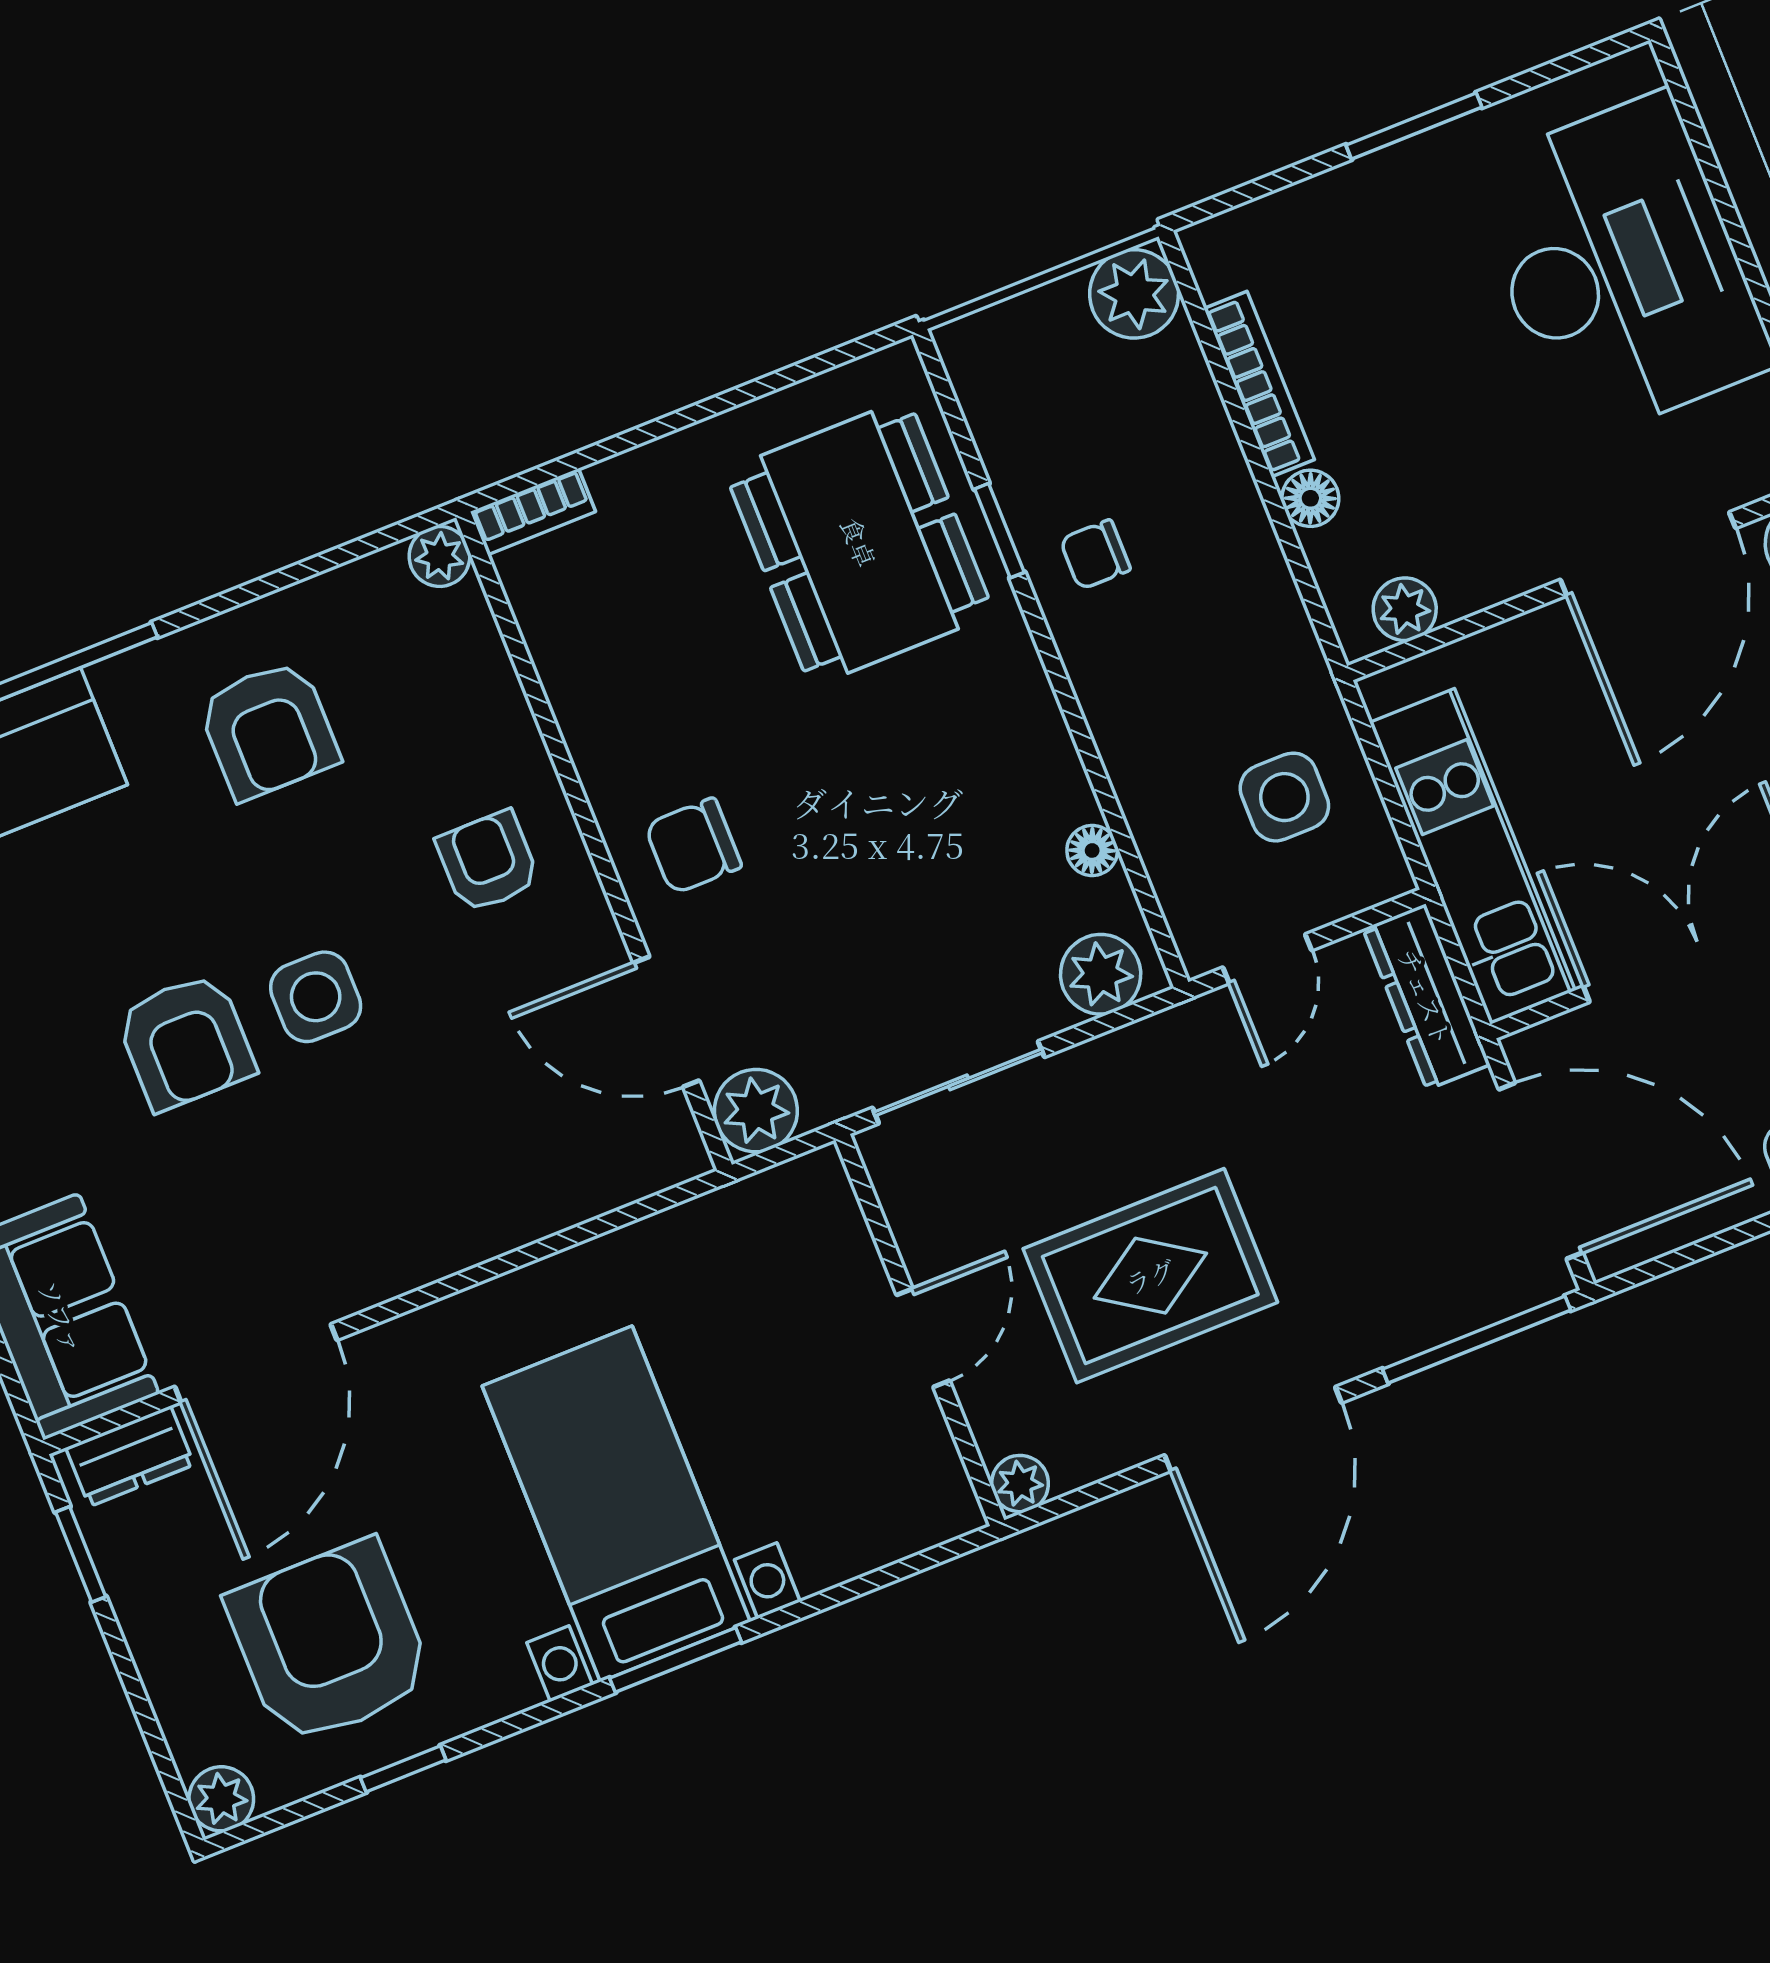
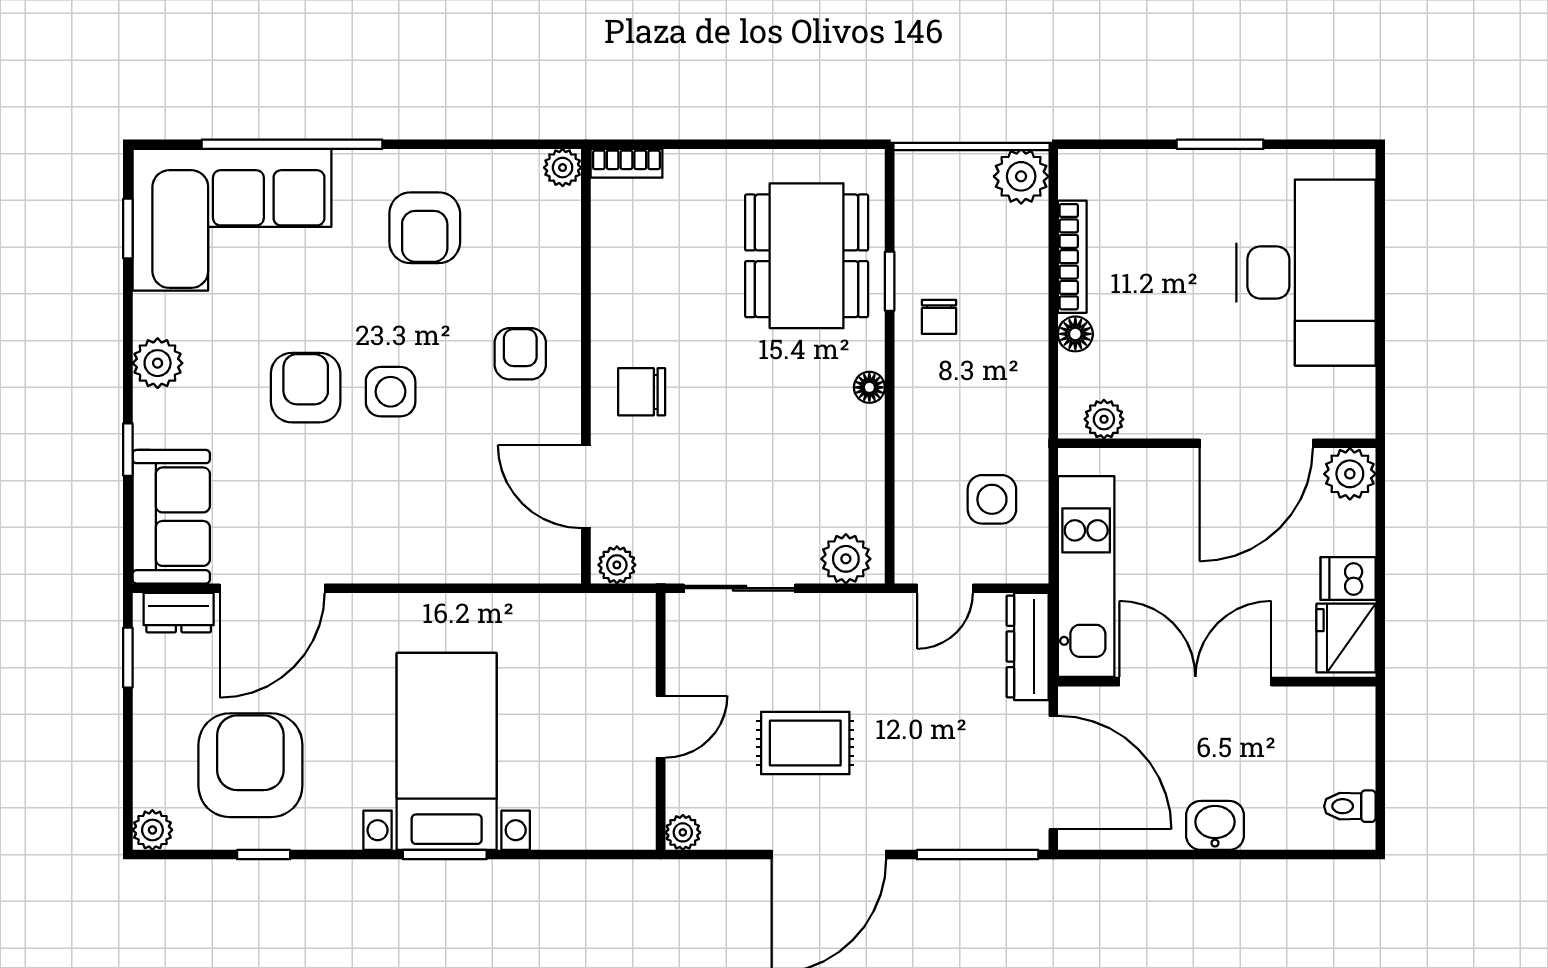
chair: (1095, 555) -> (939, 317), turned -90
floor lamp: (1092, 851) -> (869, 387), moved
armchair: (186, 1042) -> (306, 388), turned 180
plant: (756, 1111) -> (617, 565), width x0.73, depth x0.73
rug: (1150, 1276) -> (805, 743), width x0.73, depth x0.70

